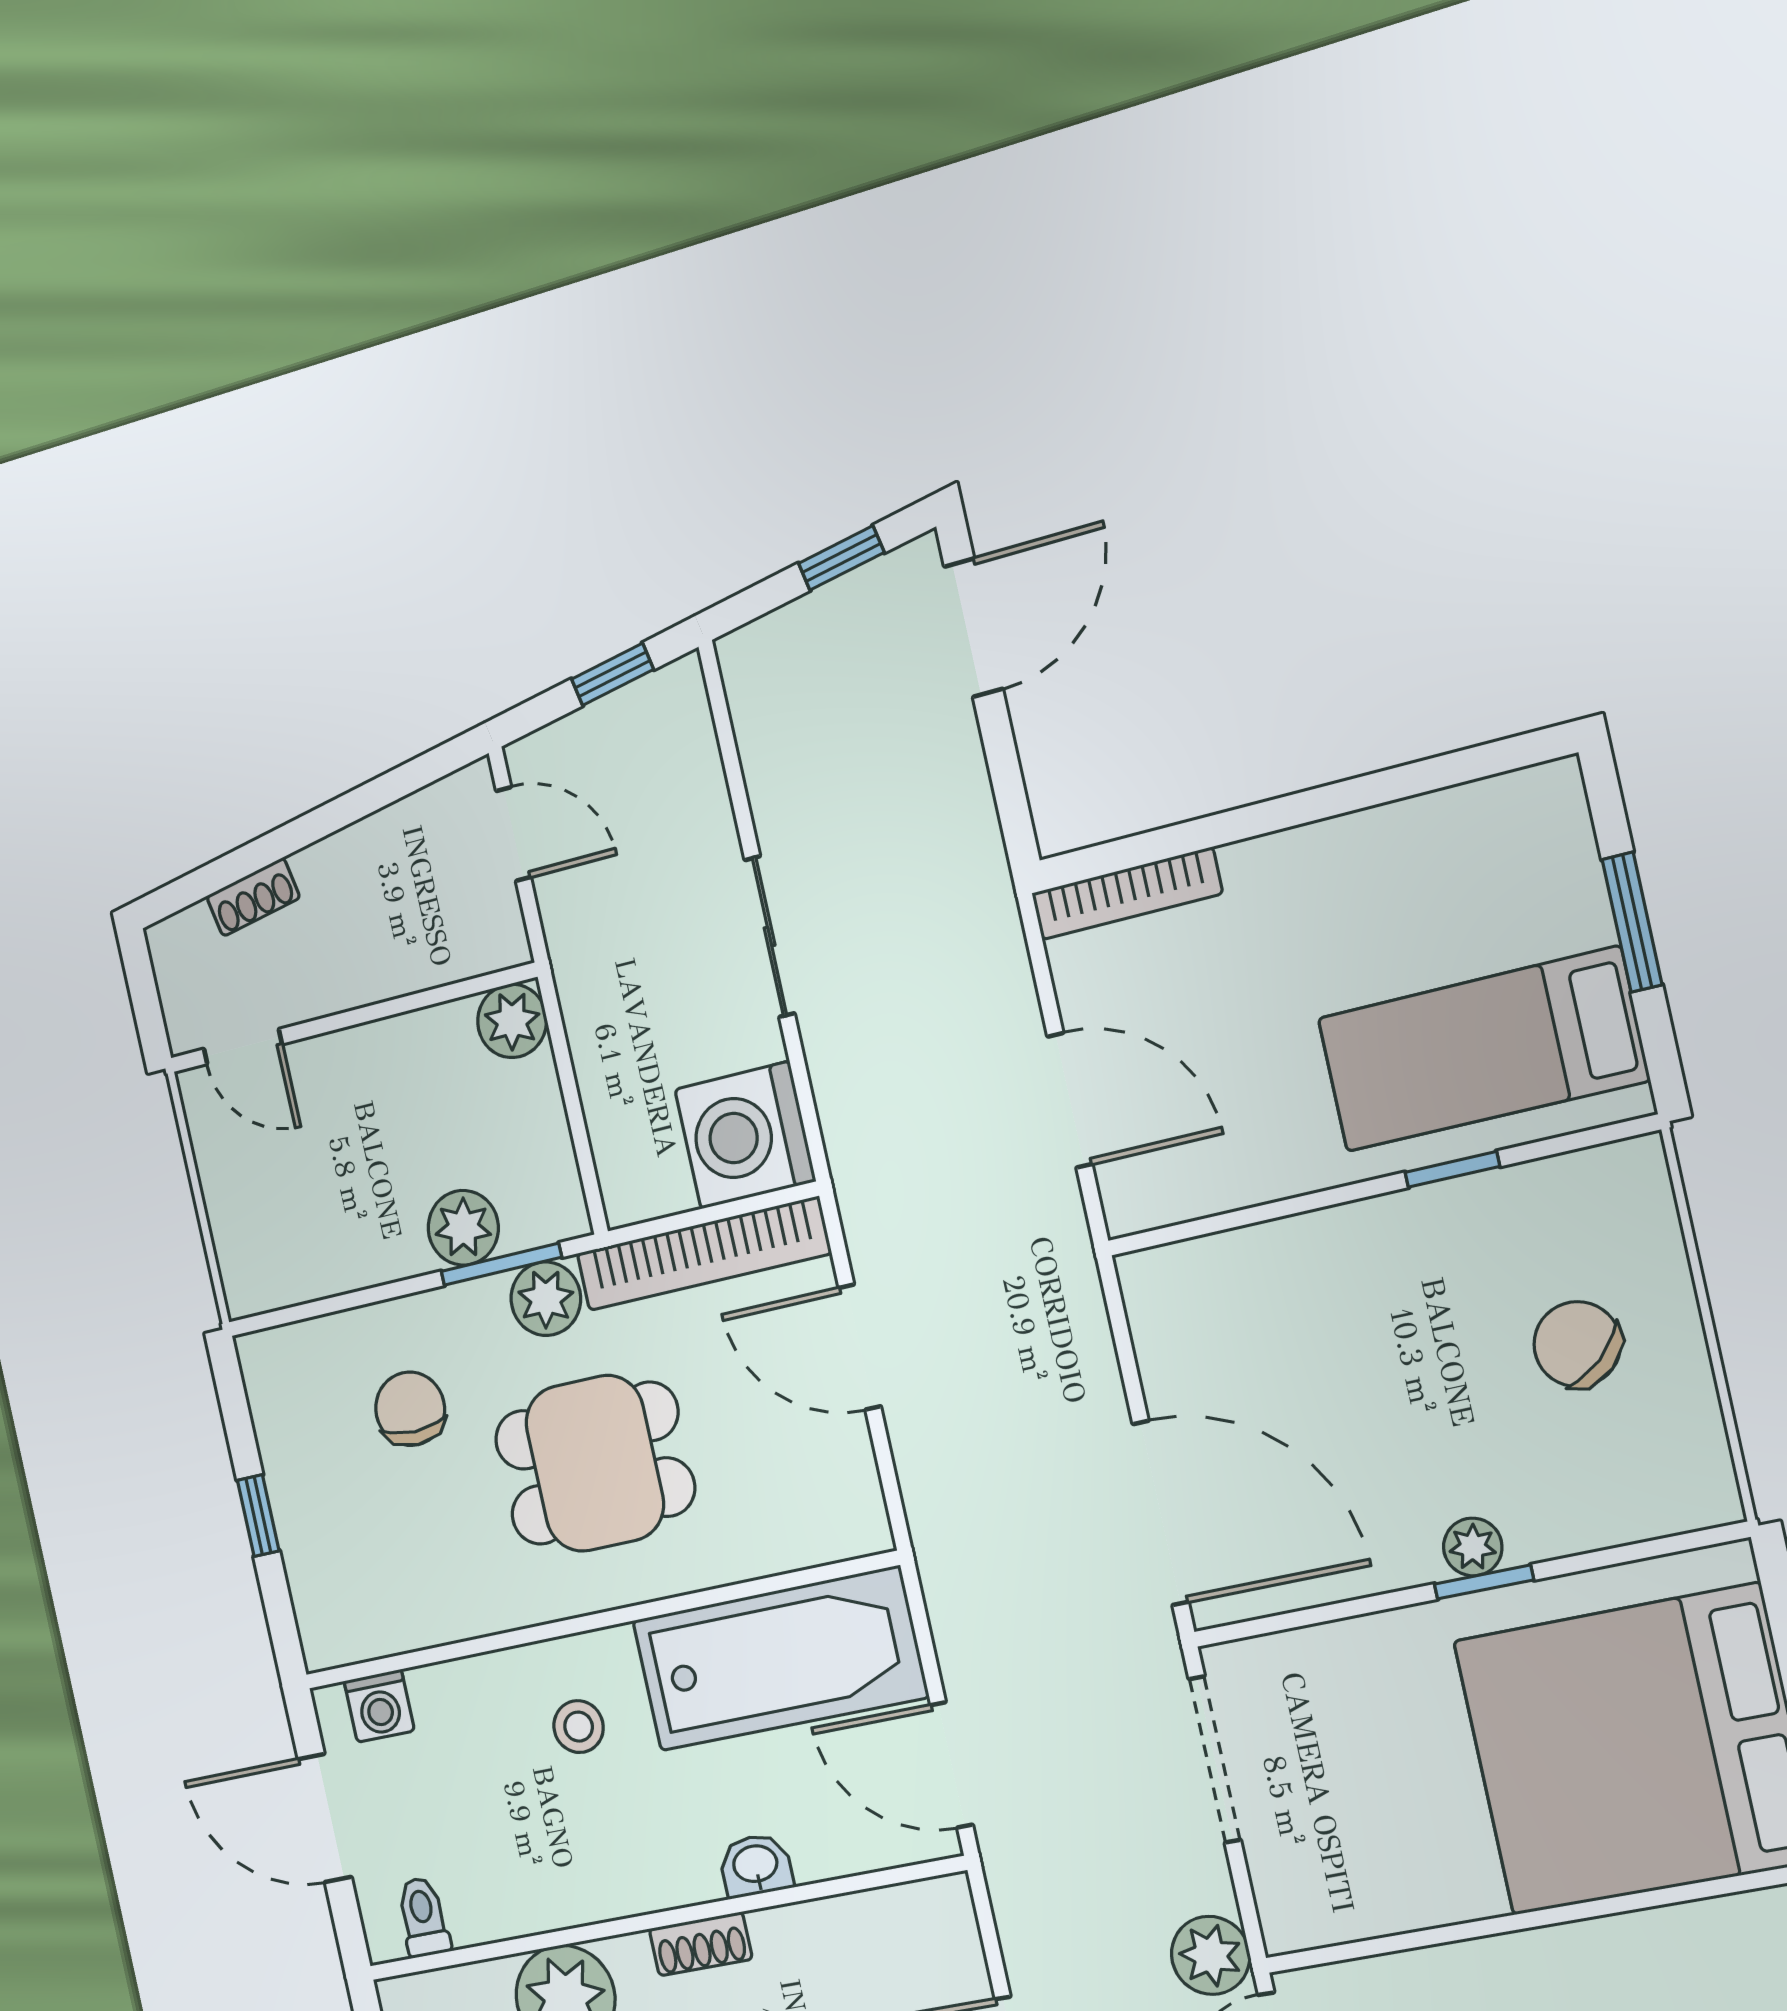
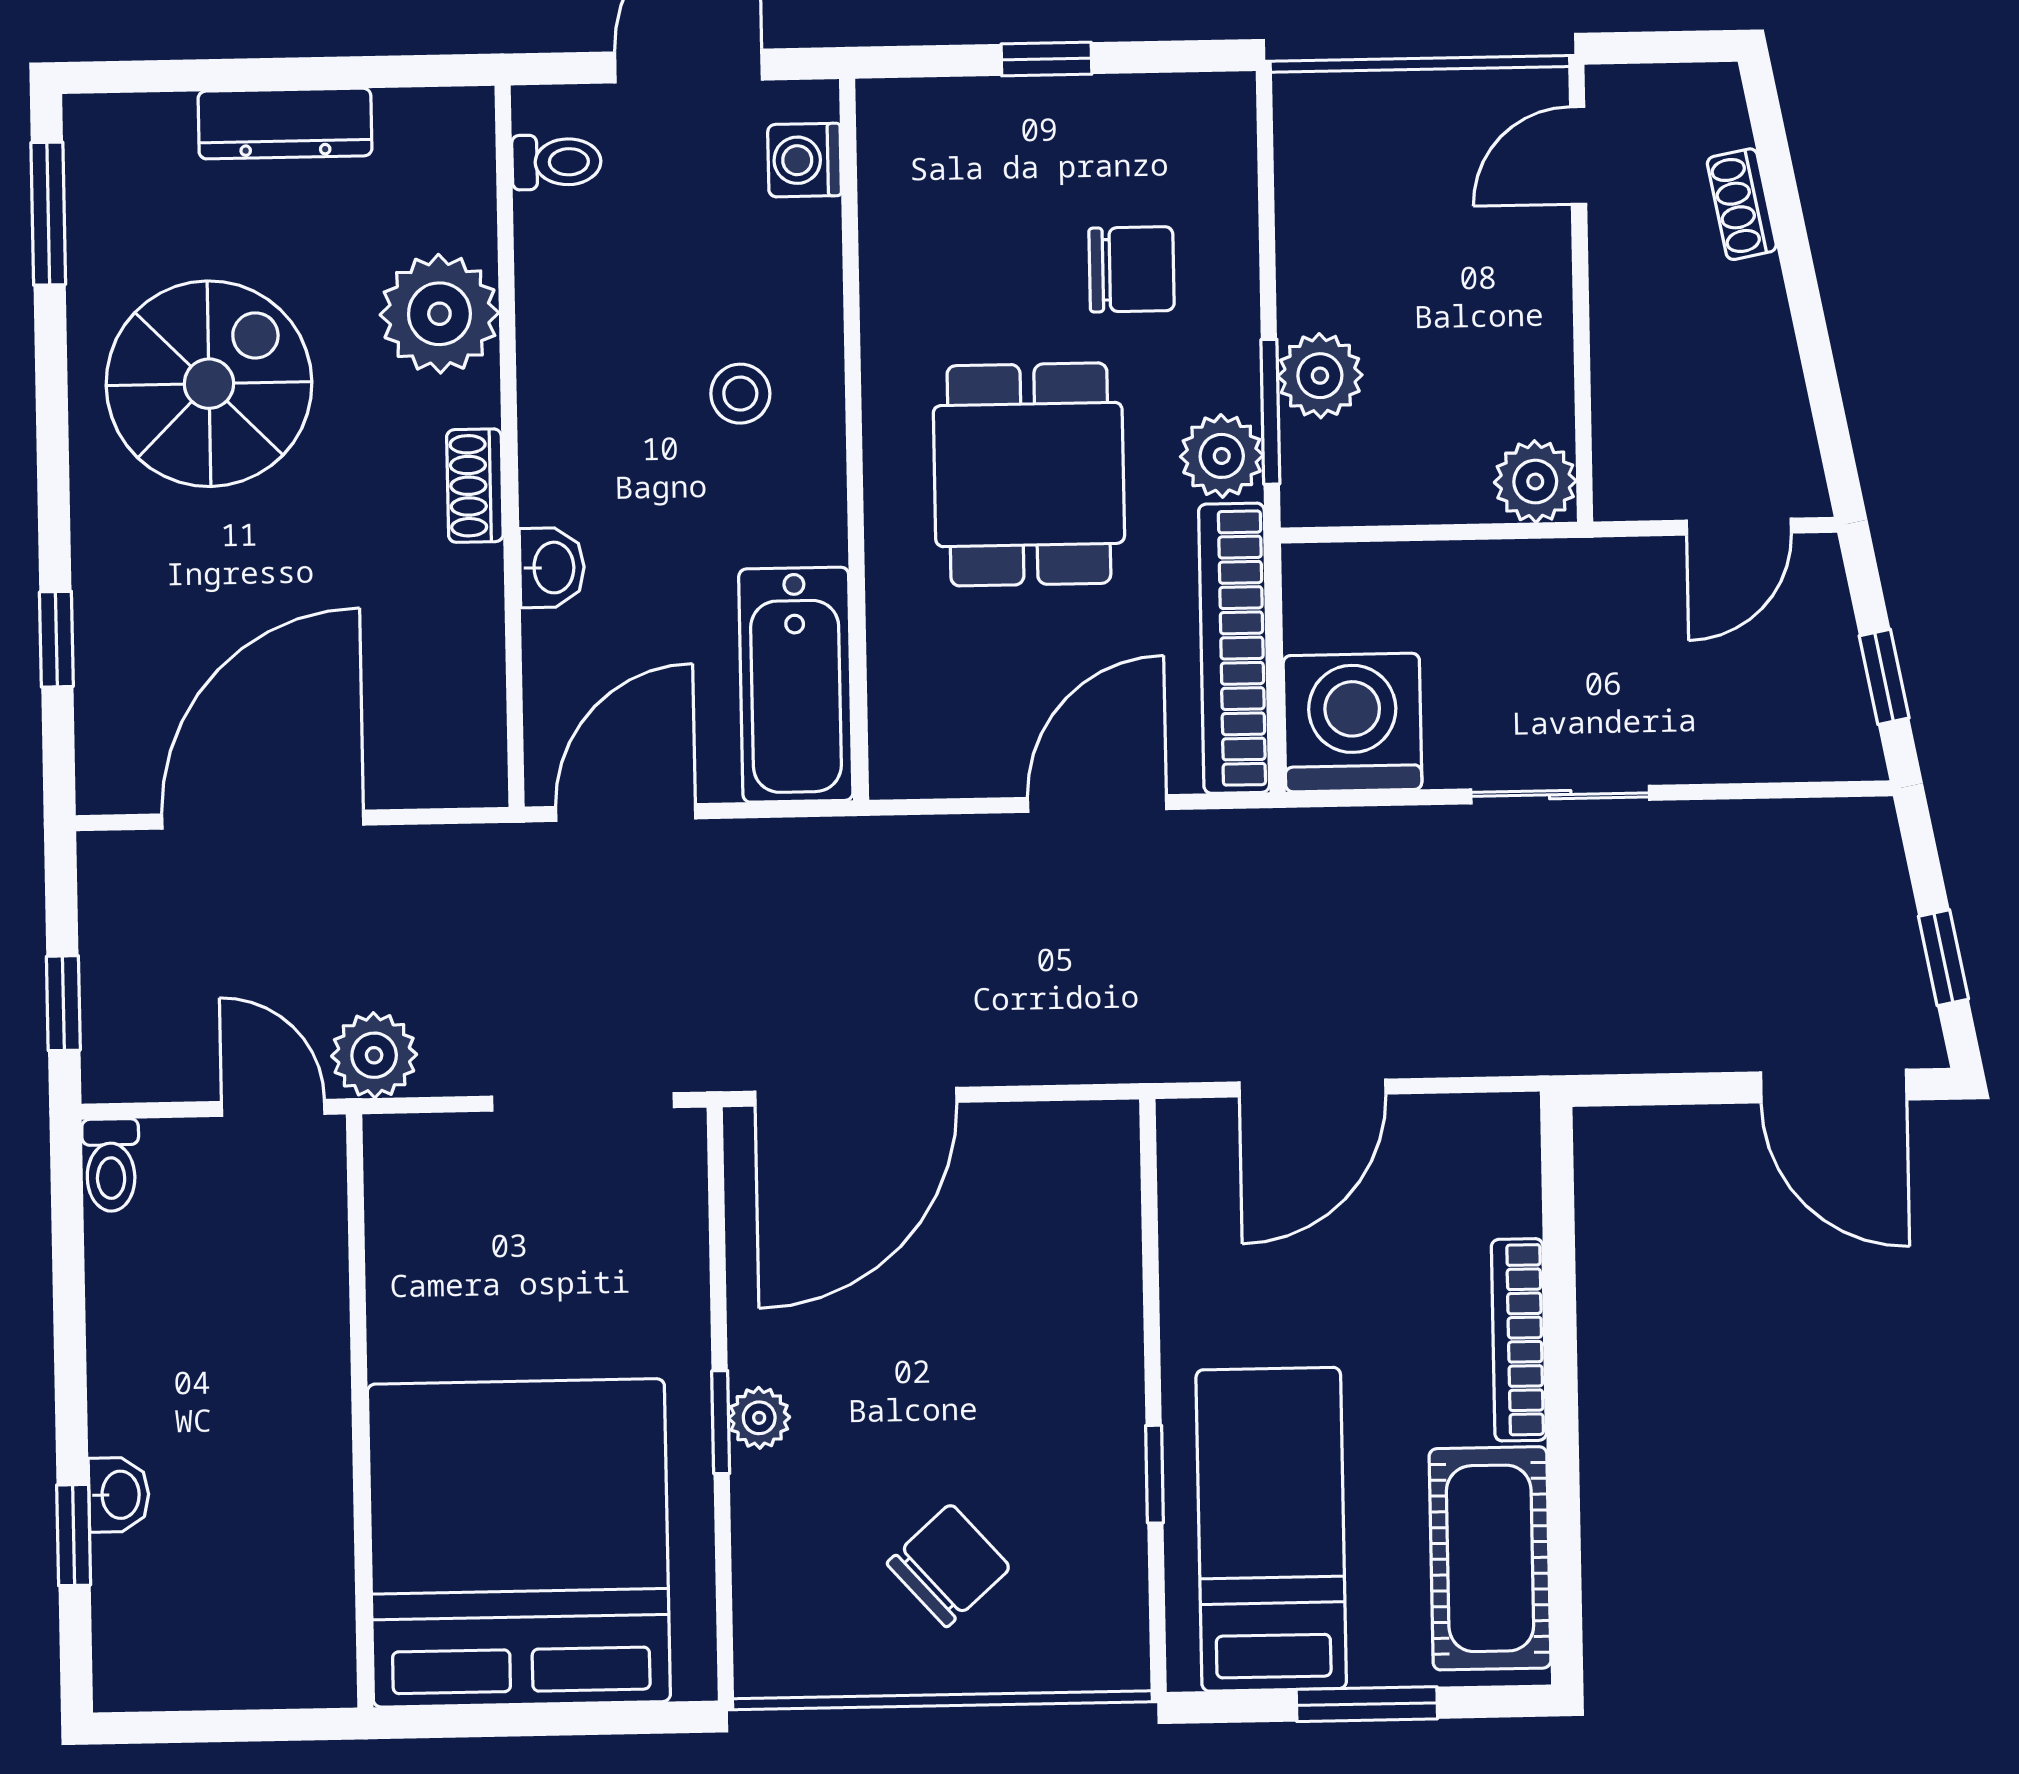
cot: (1469, 838) -> (1490, 1558), added
bookcase: (1127, 893) -> (1519, 1340), moved
bathtub: (780, 1659) -> (796, 685), width x0.73, depth x0.73

